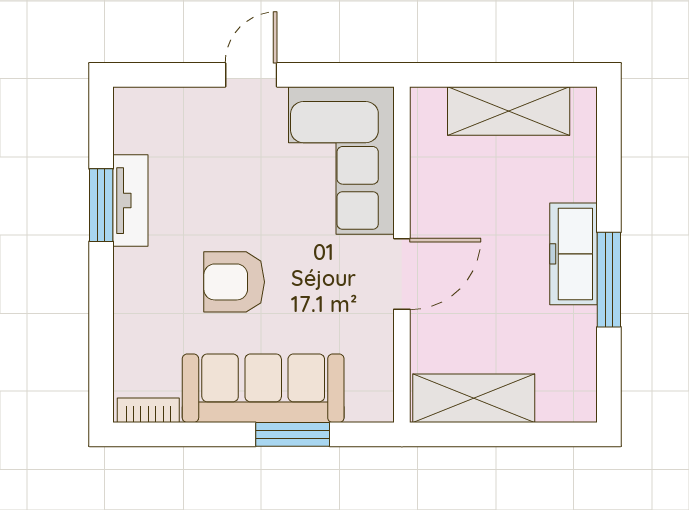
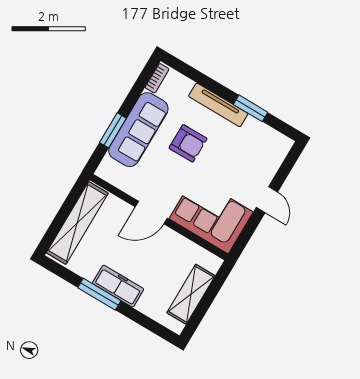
tv unit: (130, 201) -> (218, 105), moved, width x1.41
door: (402, 274) -> (151, 213), hinge flipped
armchair: (234, 282) -> (188, 143), turned 90
shelving: (474, 398) -> (77, 223), width x1.47

